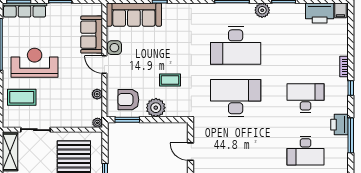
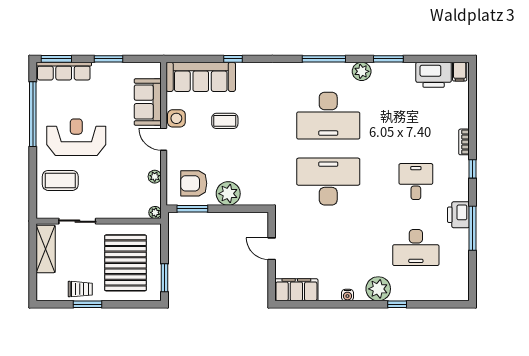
coffee table: (170, 80) -> (225, 121), moved
desk: (306, 98) -> (416, 182), width x0.73

